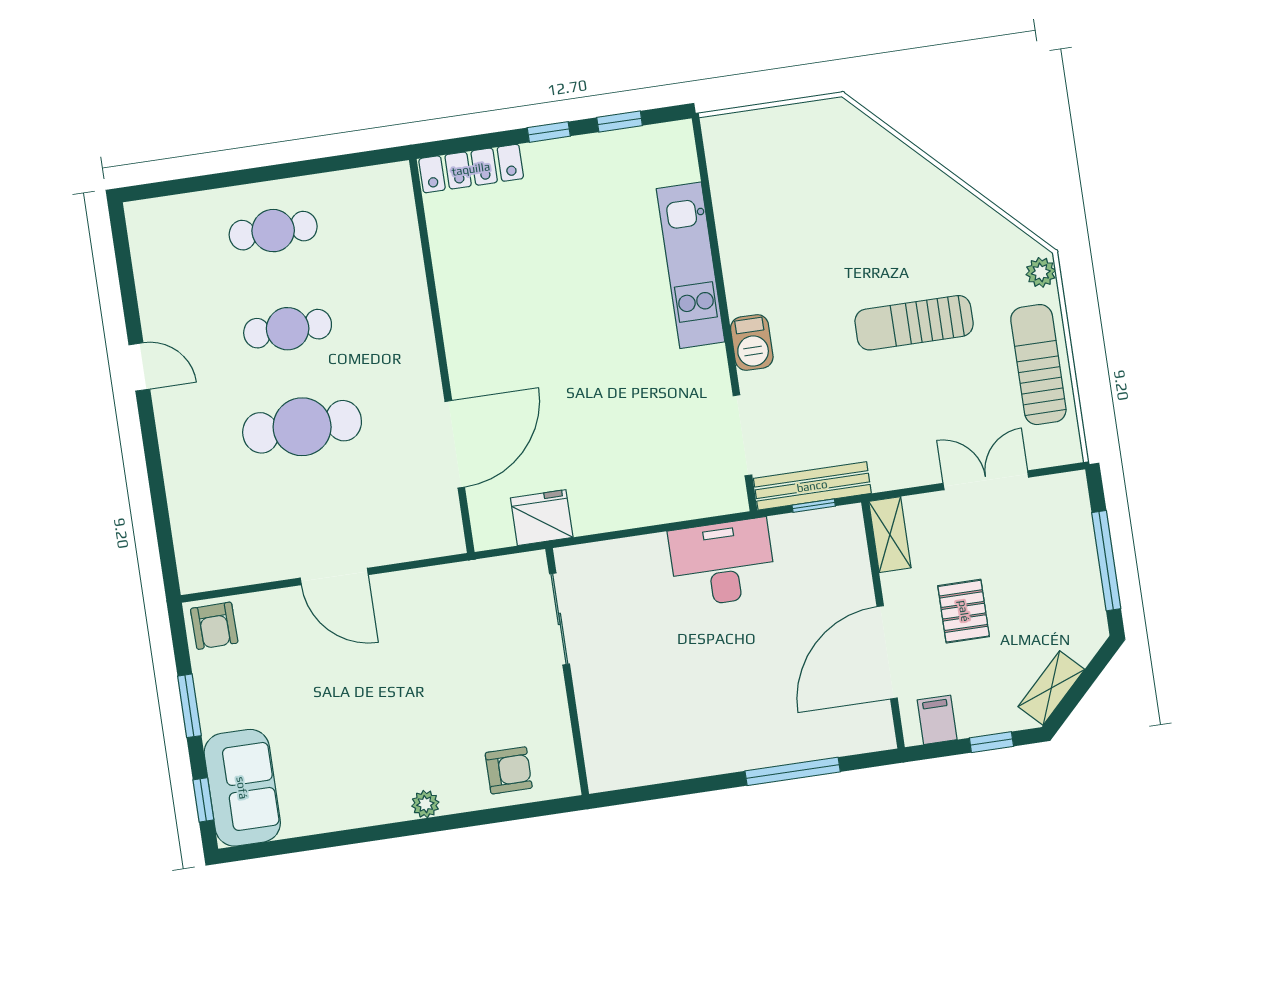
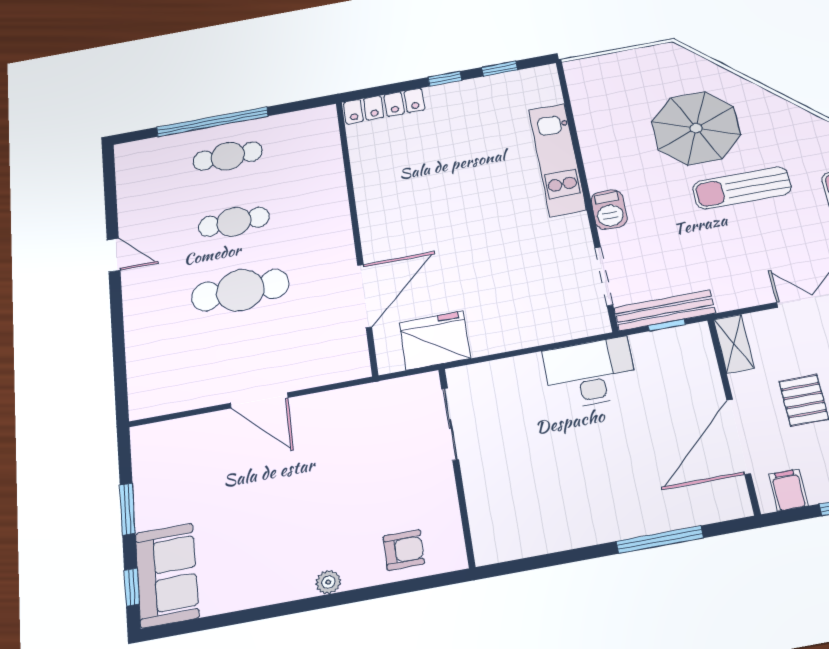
window: (249, 176) -> (212, 122), added
parasol: (864, 231) -> (696, 128), added
fridge: (542, 518) -> (435, 340), width x1.36, depth x1.34
armchair: (214, 626) -> (155, 444), removed

